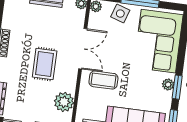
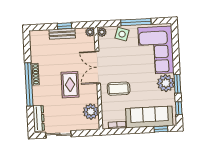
double door: (83, 49) -> (98, 67), swing flipped
plant: (168, 85) -> (166, 83), width x1.88, depth x1.88

